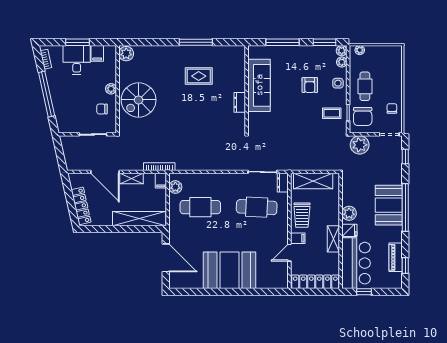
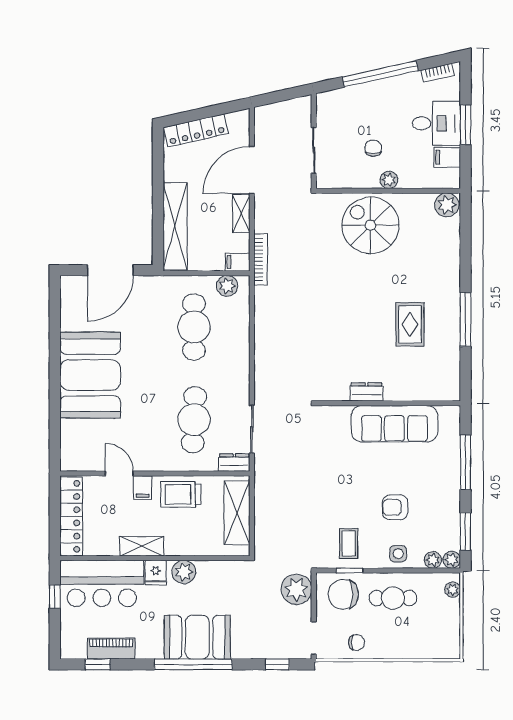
chair: (102, 109) -> (373, 148), moved

